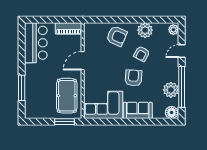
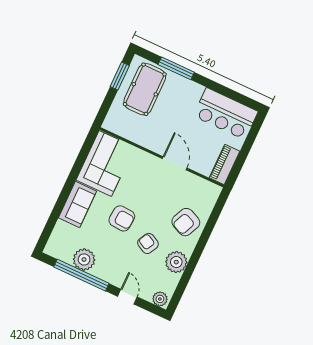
pool table: (67, 96) -> (145, 89), moved, turned 90
floor lamp: (172, 112) -> (54, 247), removed
window: (65, 122) -> (120, 76), moved

